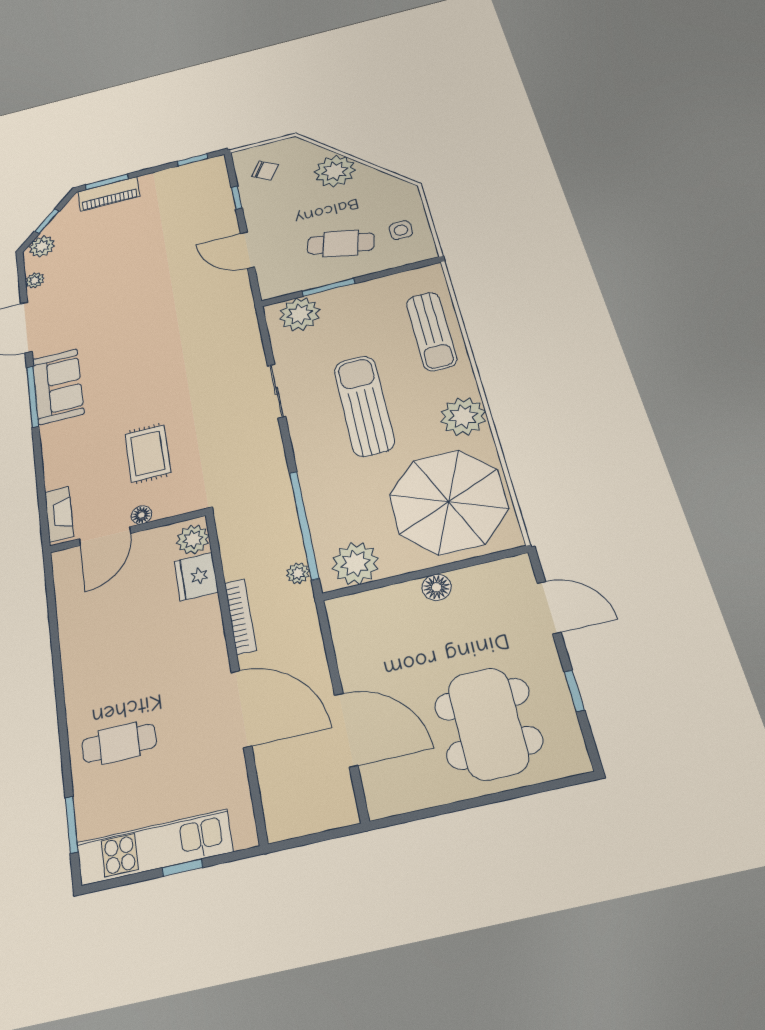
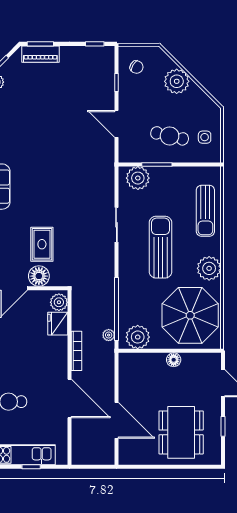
floor lamp: (141, 515) -> (39, 276), width x1.89, depth x1.89

